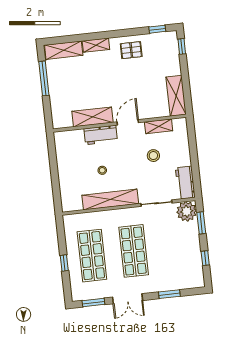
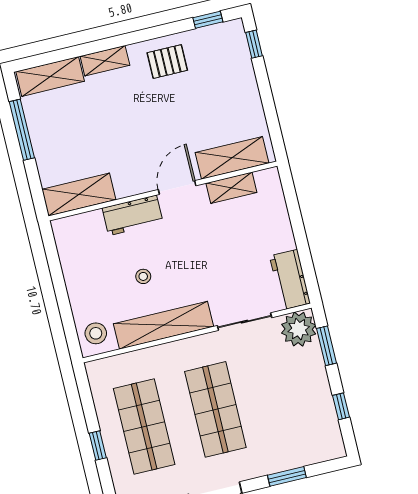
shelving: (176, 96) -> (232, 158), moved, turned 90
shelving: (93, 117) -> (79, 195), moved
stool: (153, 156) -> (96, 333), moved

